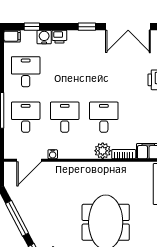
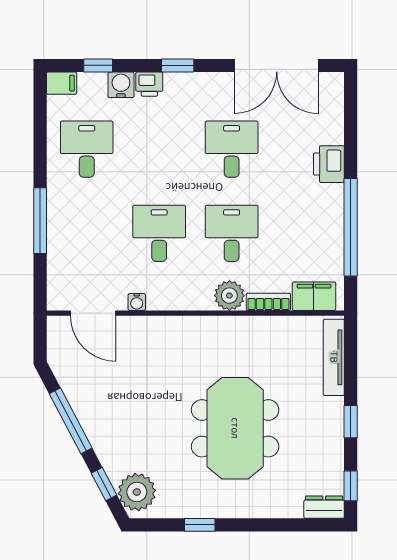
window: (87, 27) -> (178, 65), moved
desk: (26, 117) -> (232, 149), moved
door: (29, 160) -> (93, 313), hinge flipped

